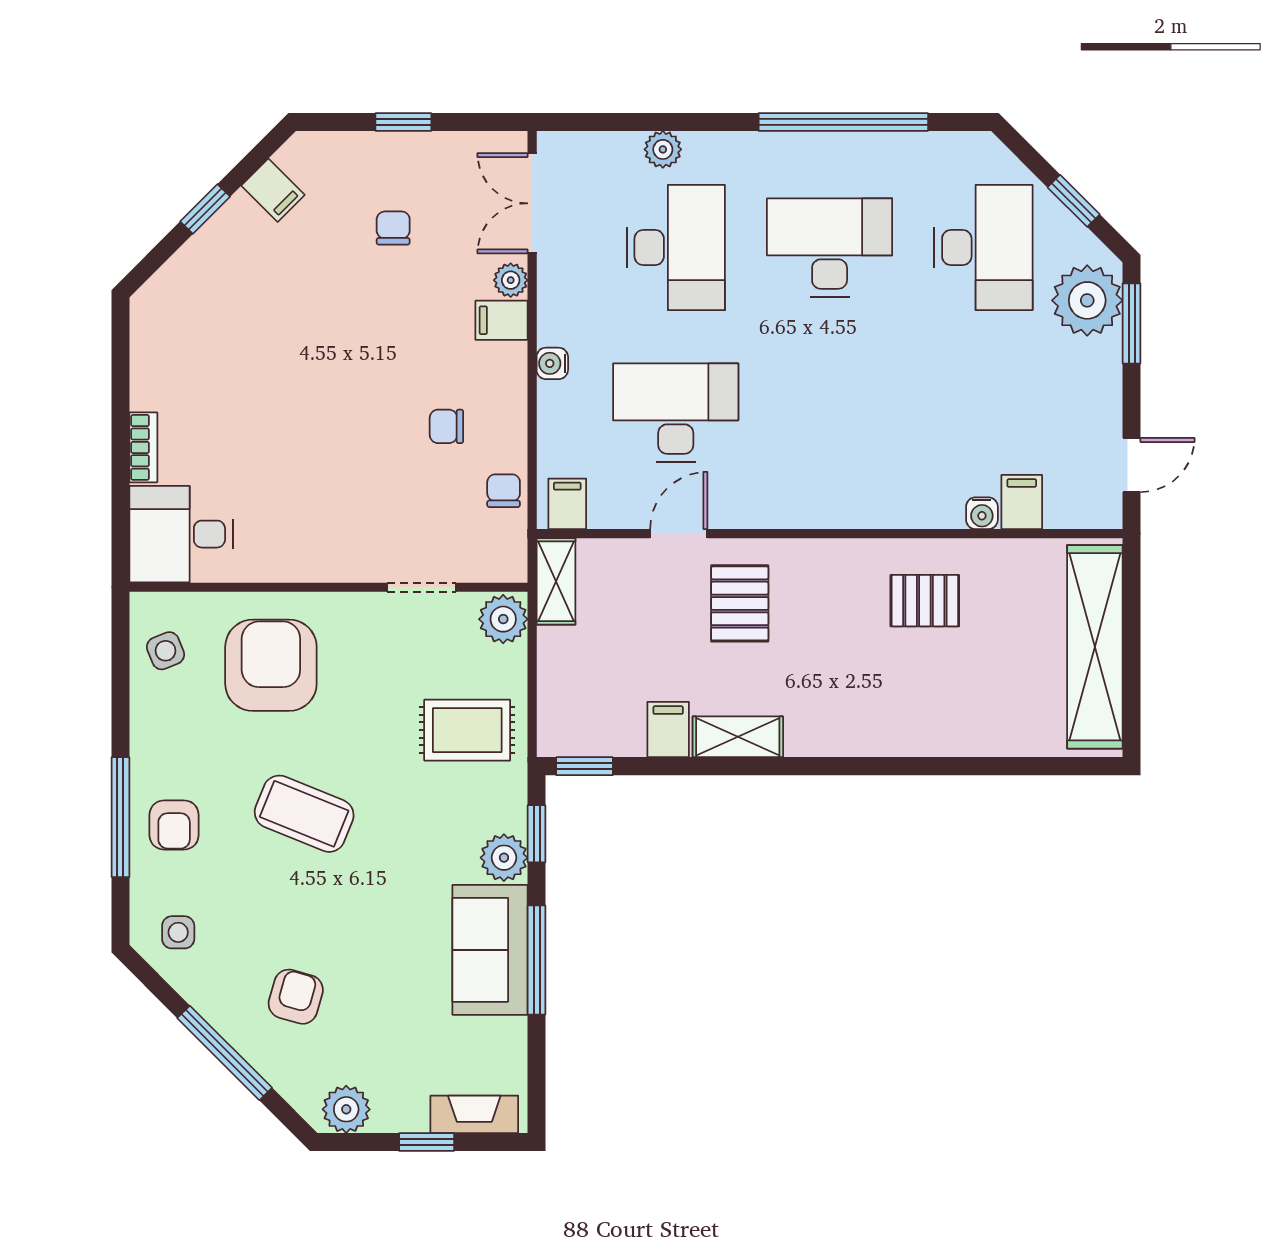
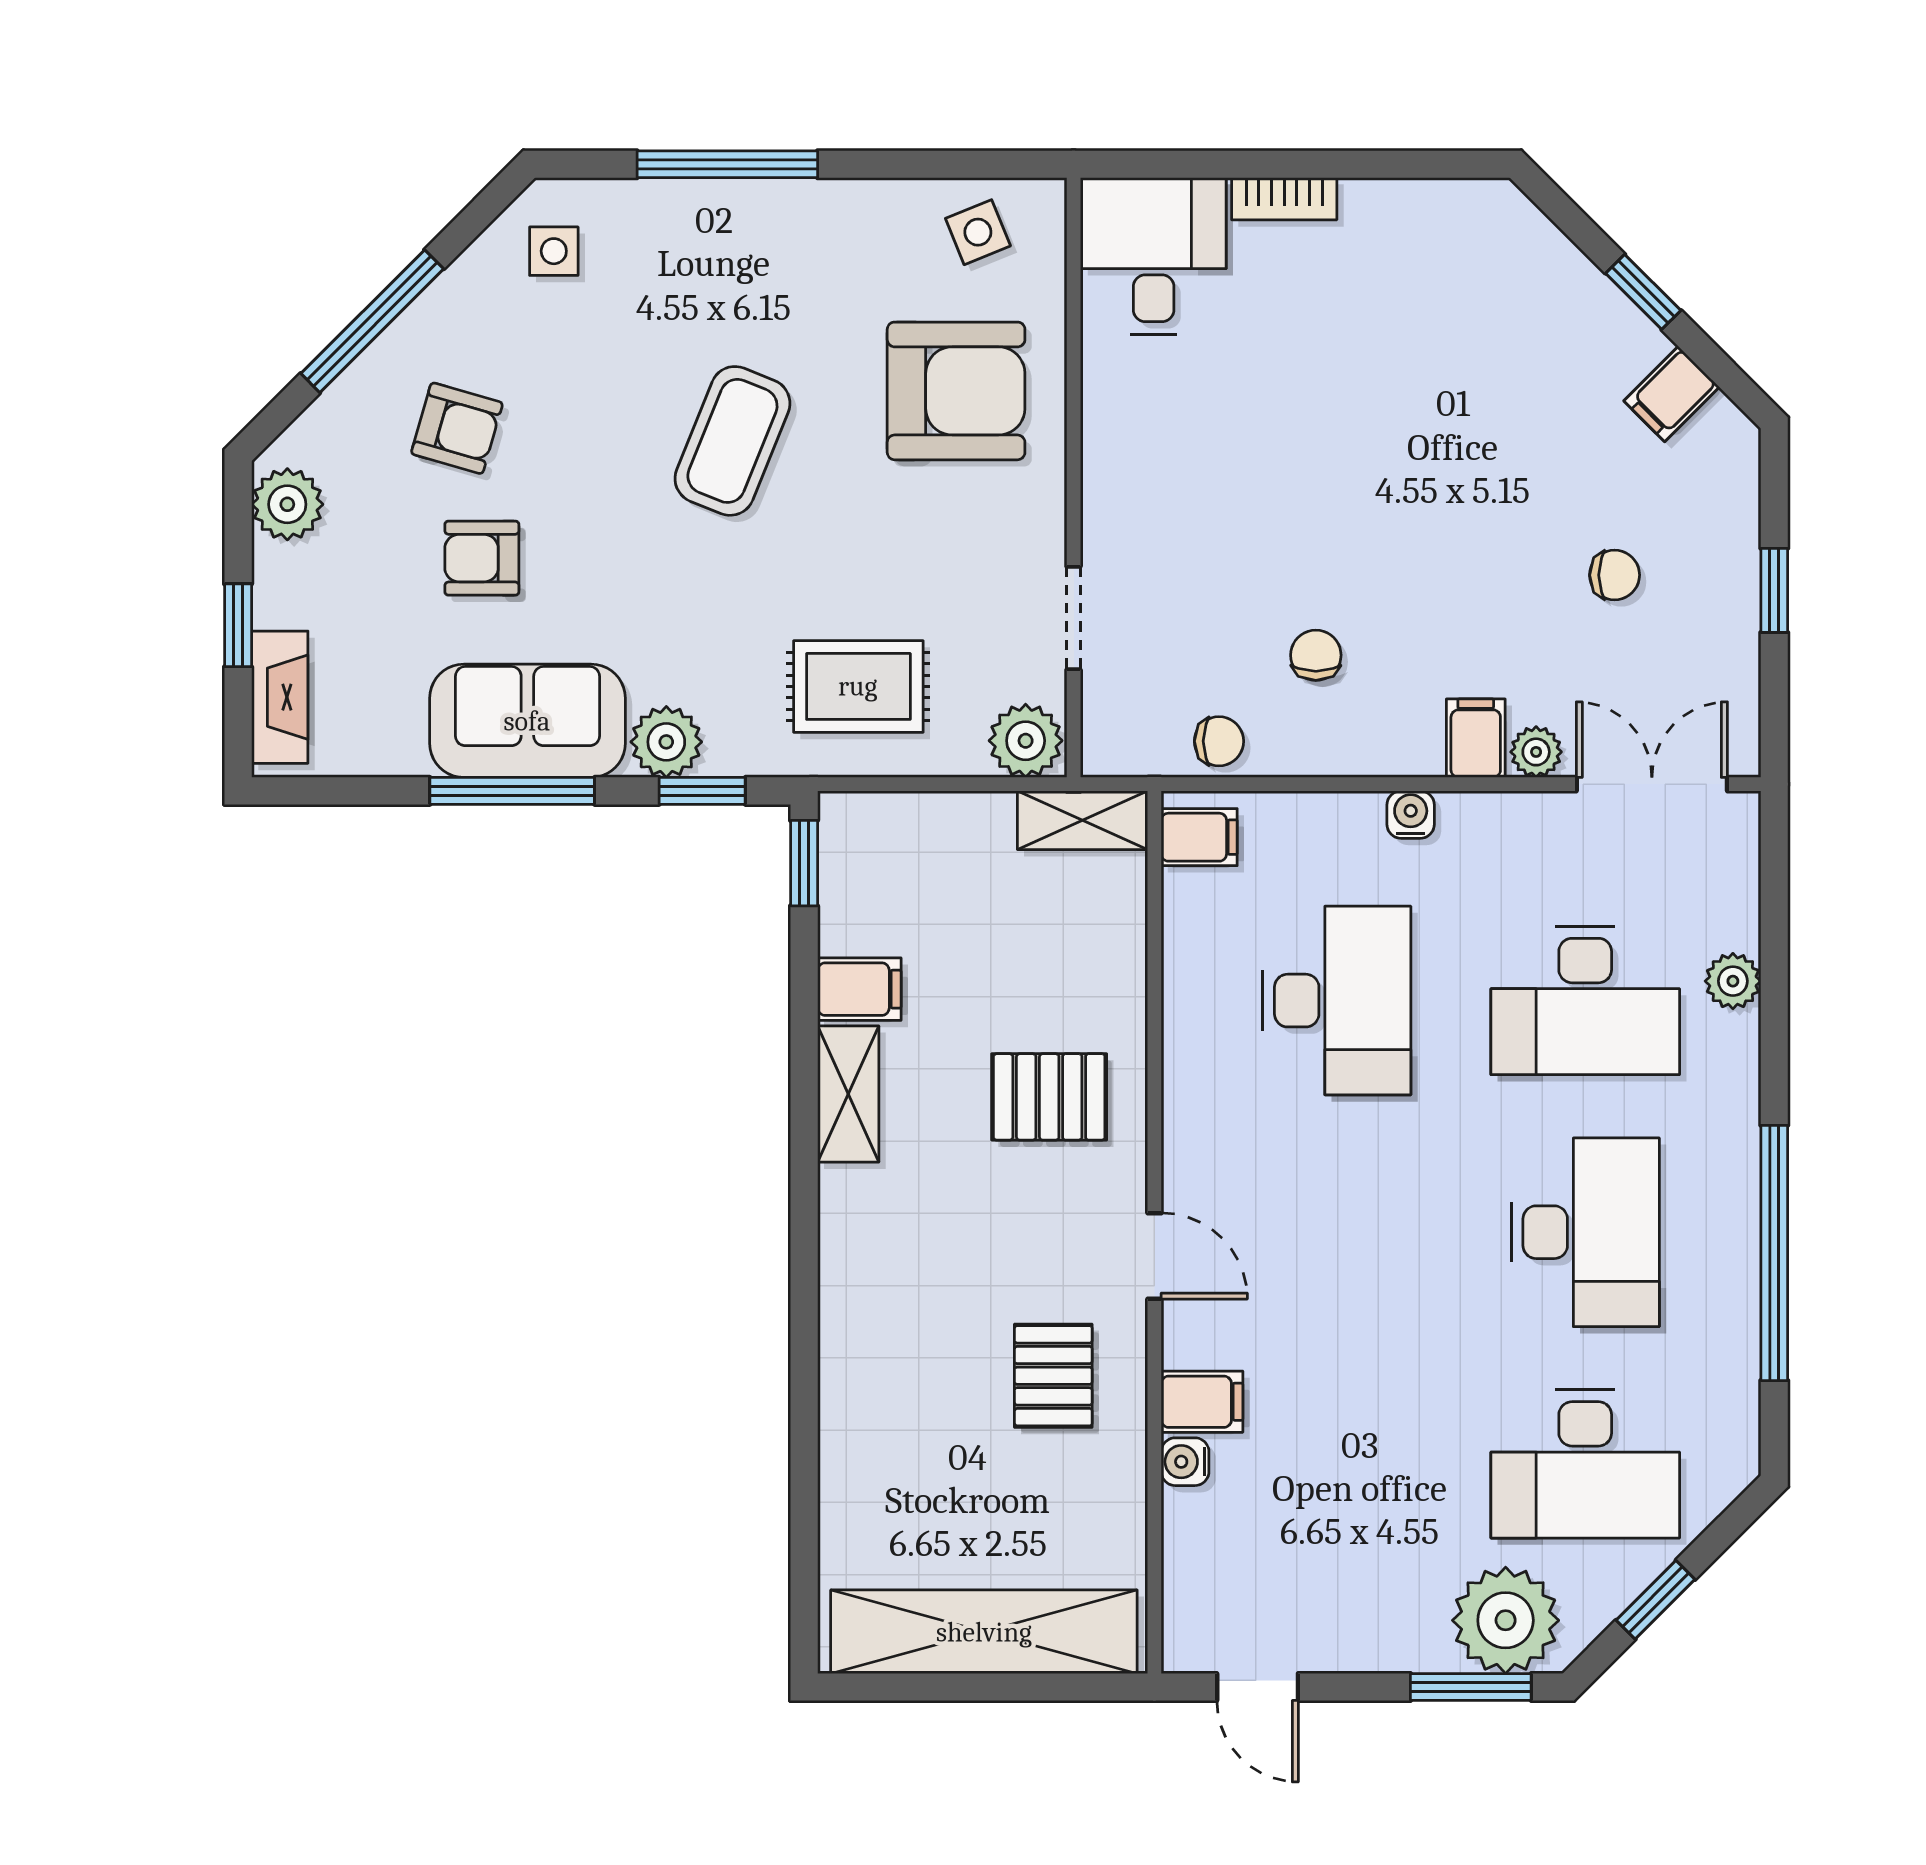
filing cabinet: (1022, 502) -> (1202, 1402), moved
door: (679, 534) -> (1154, 1256), moved
rug: (467, 730) -> (858, 686), turned 90
armchair: (174, 825) -> (482, 558), moved

